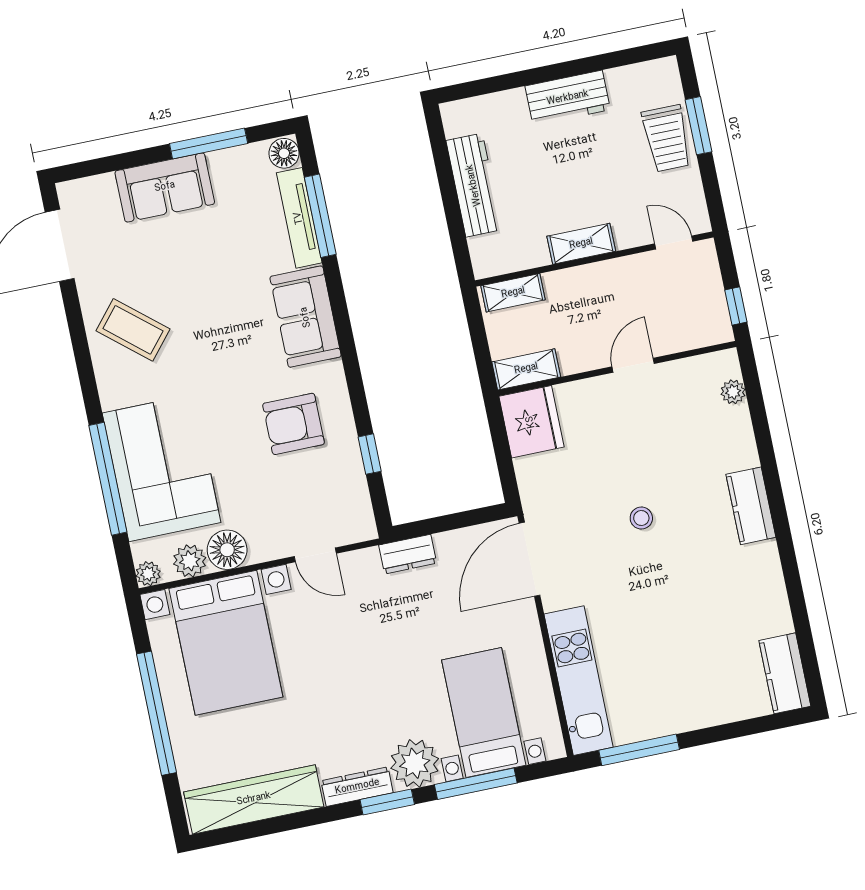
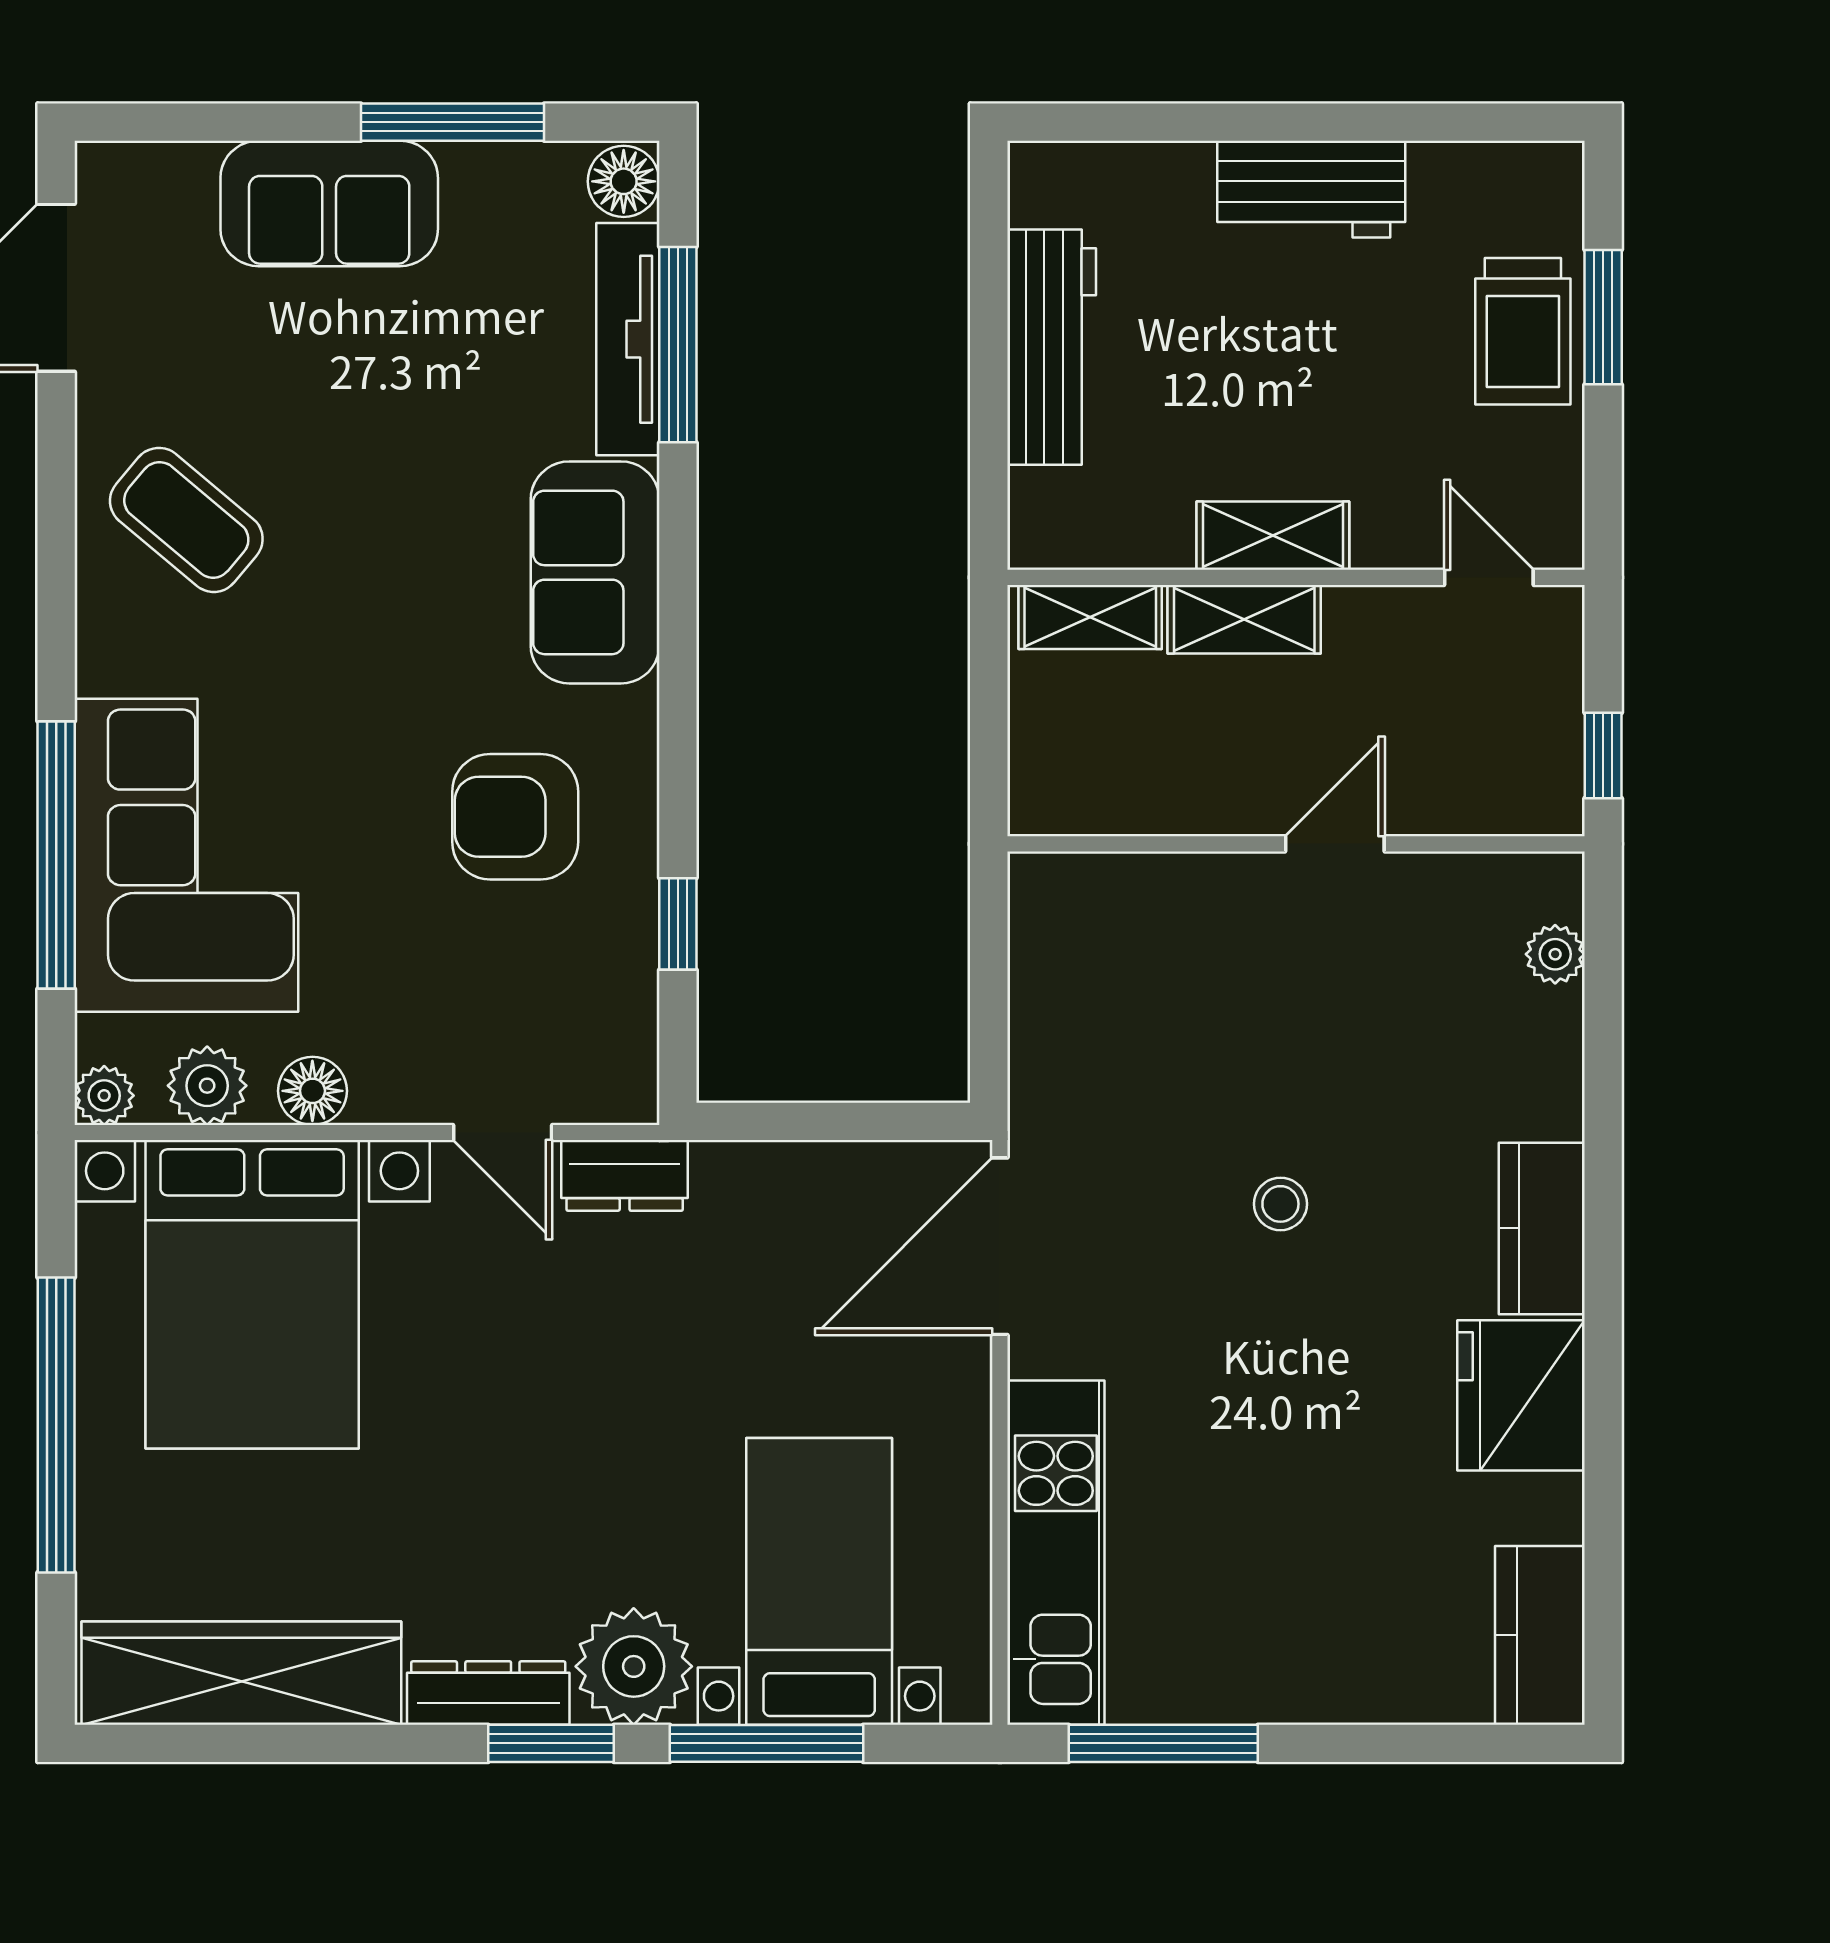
shelving: (526, 369) -> (1244, 619), moved
fridge: (531, 422) -> (1521, 1395), moved, turned 180
floor lamp: (227, 550) -> (312, 1091), width x0.73, depth x0.73
dresser: (408, 554) -> (625, 1175), moved

